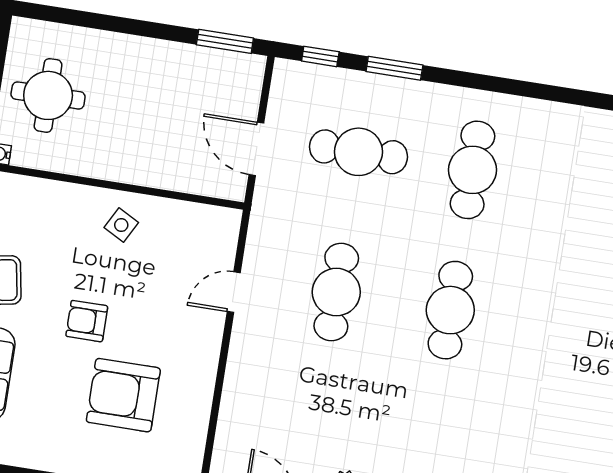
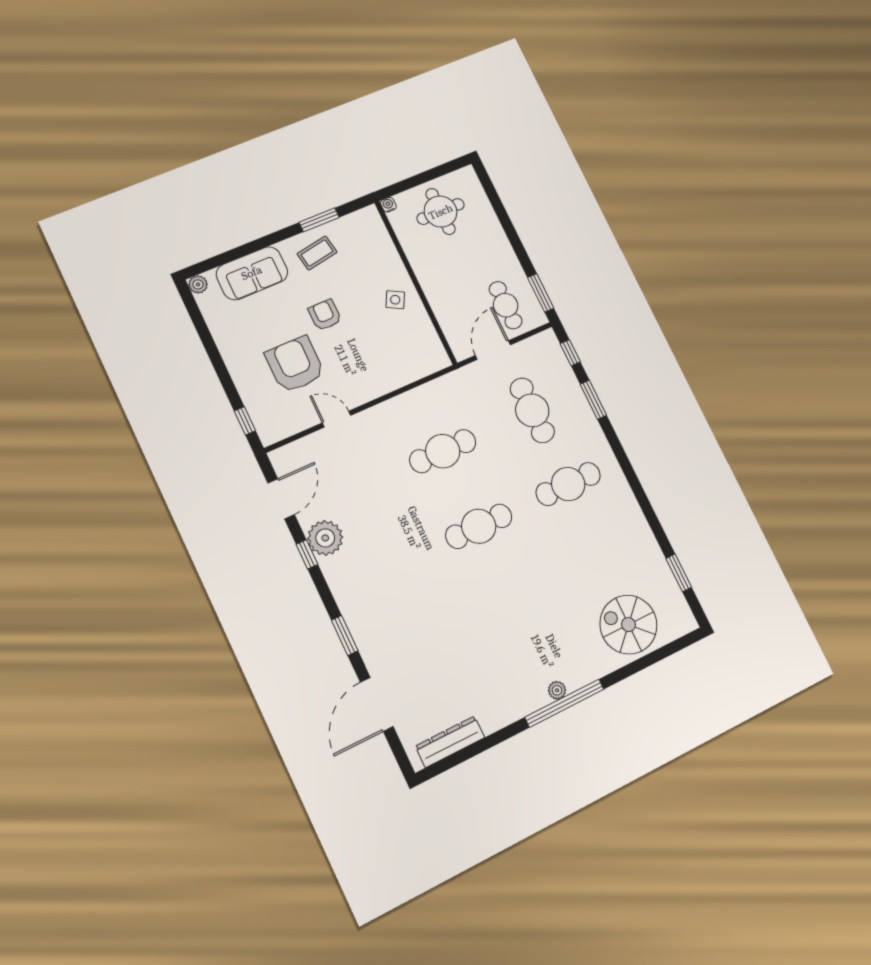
cafe table: (212, 95) -> (506, 305), added
door: (234, 292) -> (337, 419), moved

